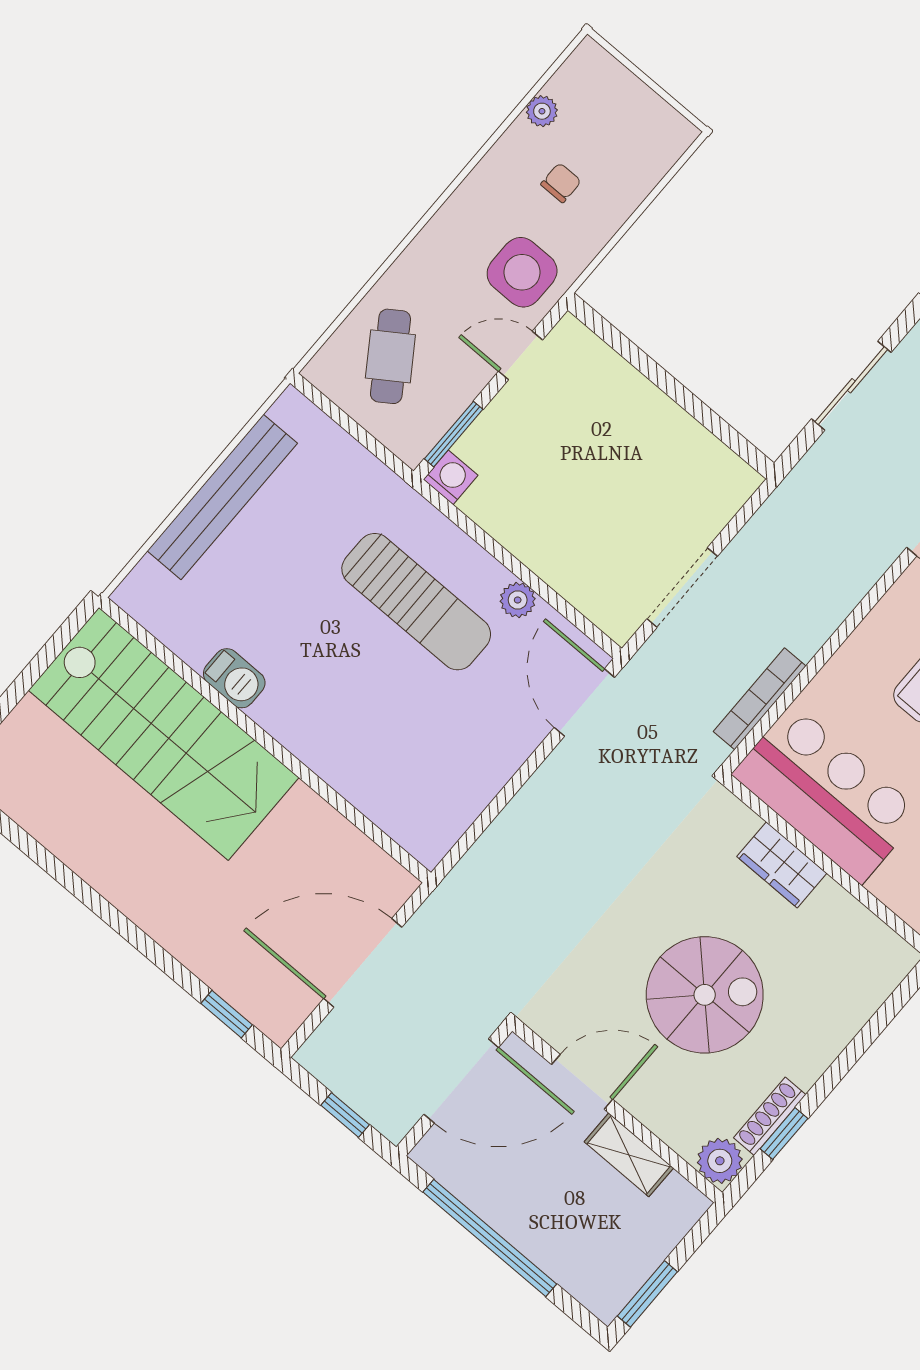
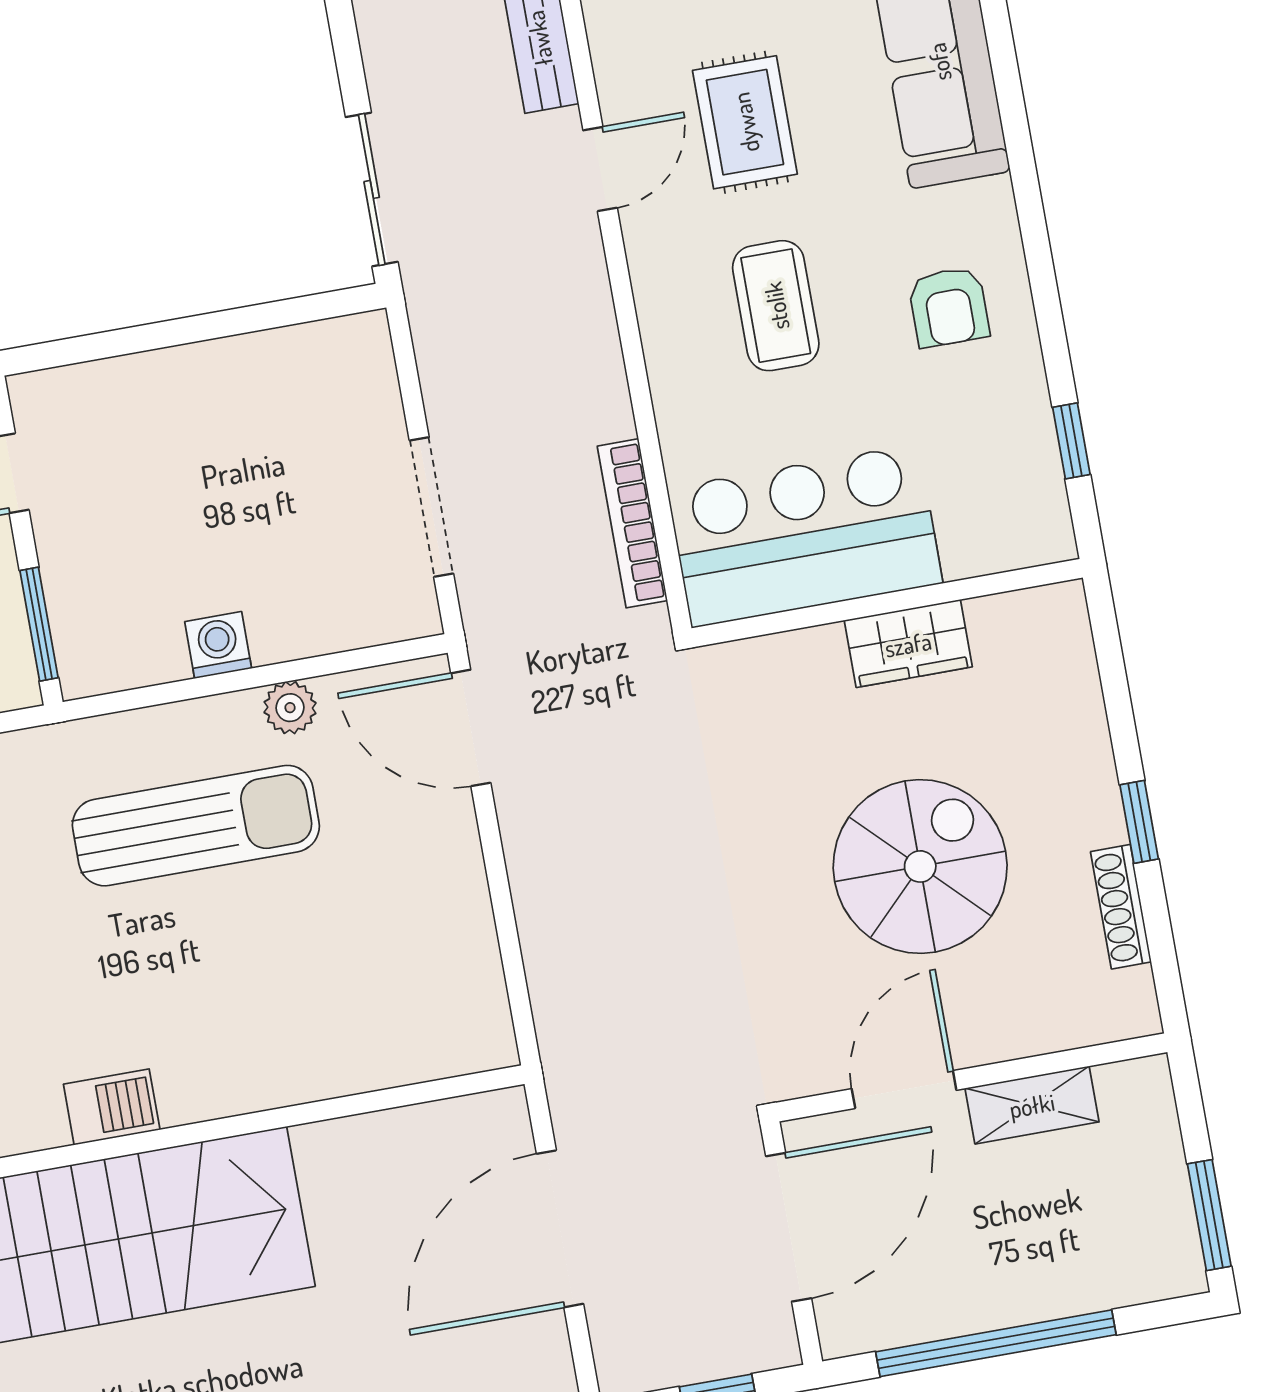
sliding door: (851, 386) -> (372, 189), moved
washing machine: (451, 477) -> (218, 645), moved
wardrobe: (782, 865) -> (908, 644), moved
window: (784, 1134) -> (1139, 822), moved
plant: (720, 1161) -> (1125, 1006), removed

